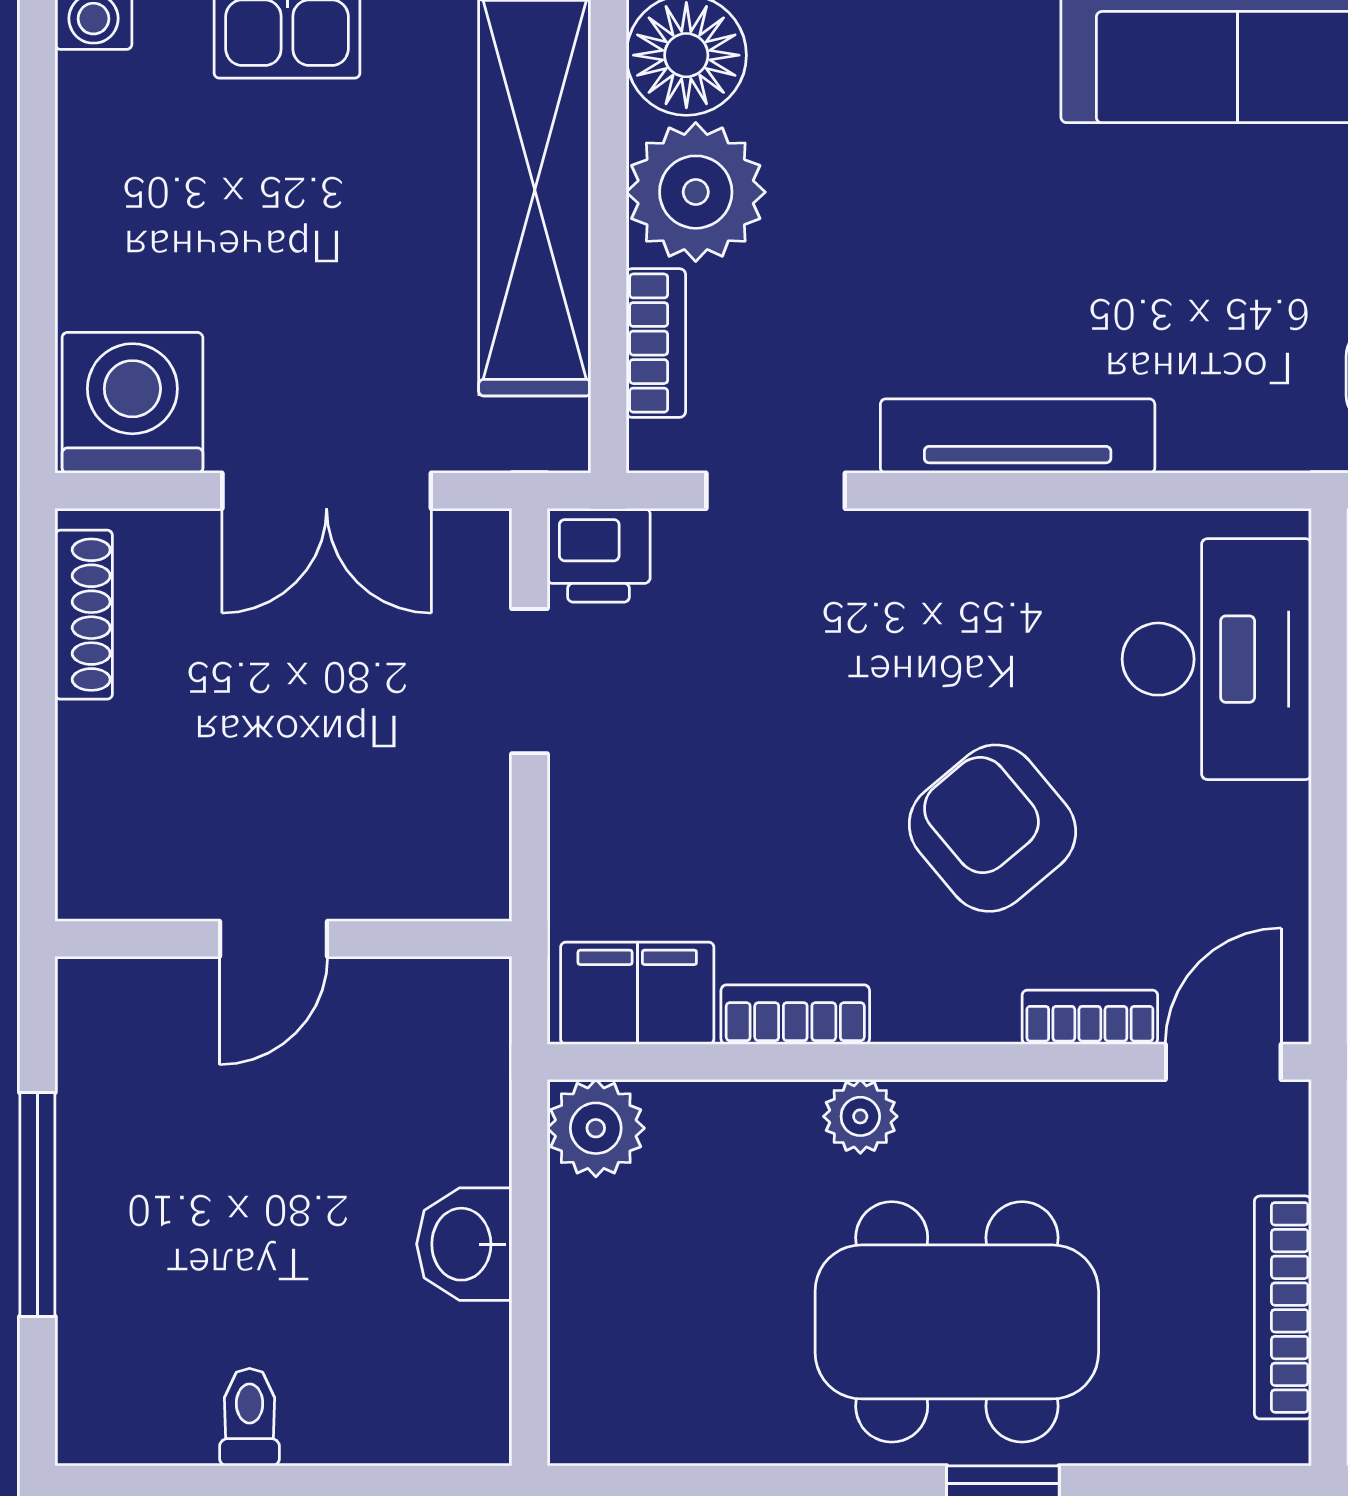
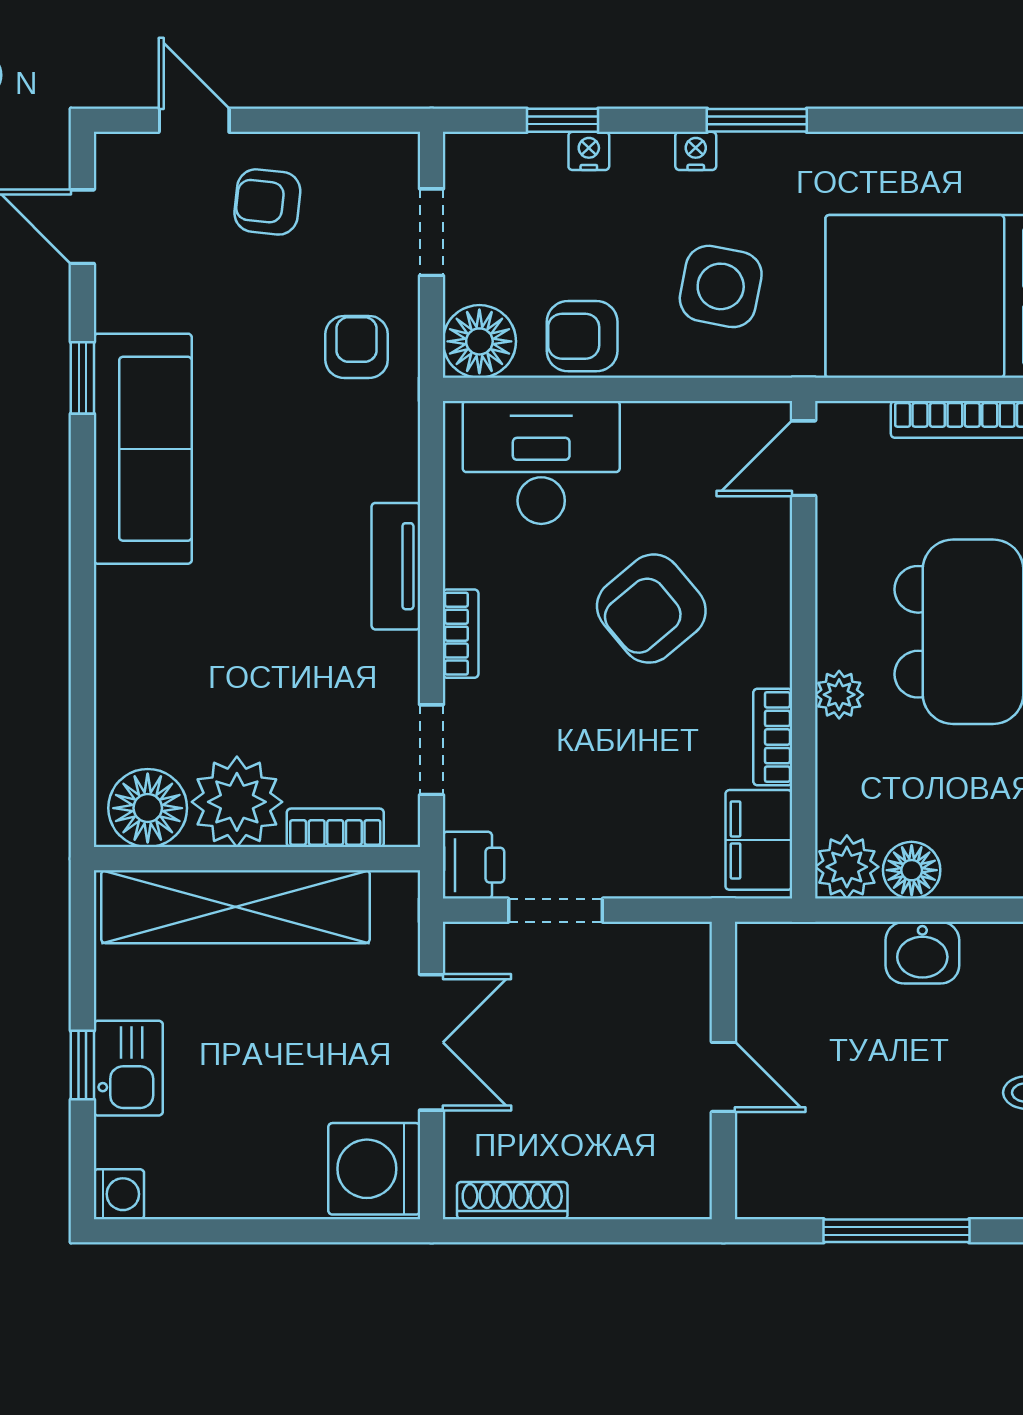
tv unit: (1018, 436) -> (396, 566), width x0.71
bookcase: (1090, 1017) -> (461, 634), moved, turned 180
door: (1223, 1062) -> (804, 458), hinge flipped
floor lamp: (591, 1228) -> (912, 870), added

